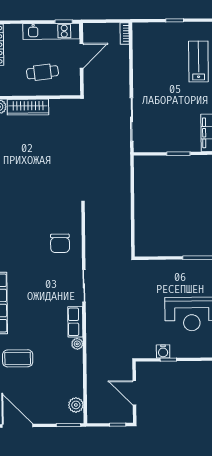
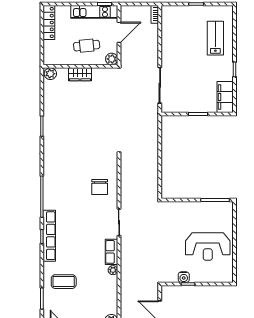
plant: (73, 88) -> (112, 59), added
wardrobe: (28, 107) -> (80, 74), width x0.67

